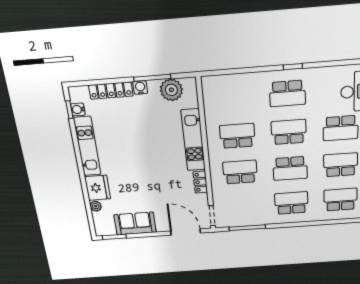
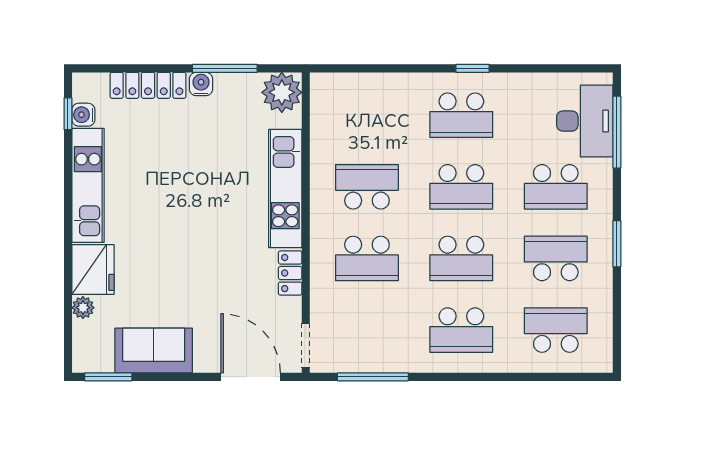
plant: (171, 90) -> (282, 92), moved
school desk: (289, 132) -> (461, 187), turned 180
school desk: (240, 172) -> (367, 258), turned 180
school desk: (291, 203) -> (461, 330), turned 180

